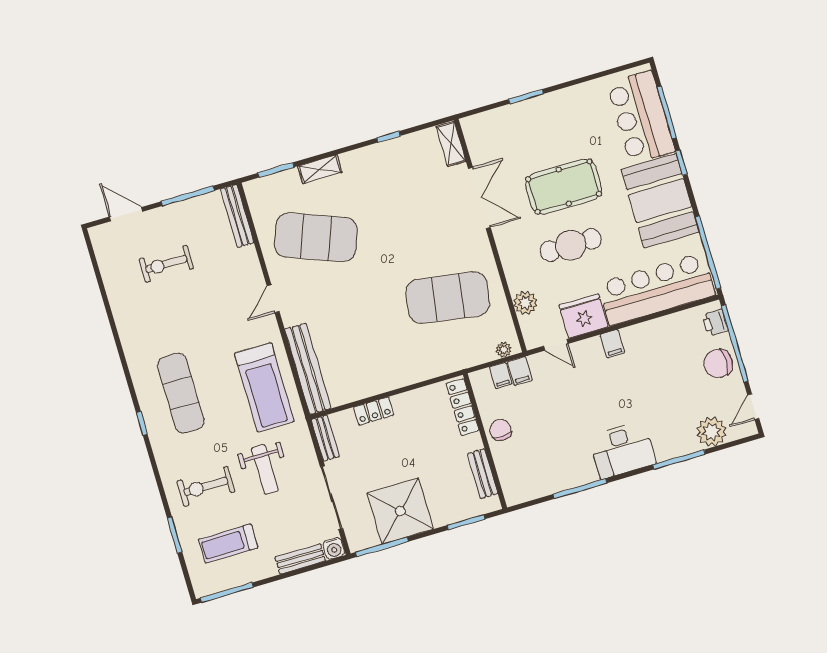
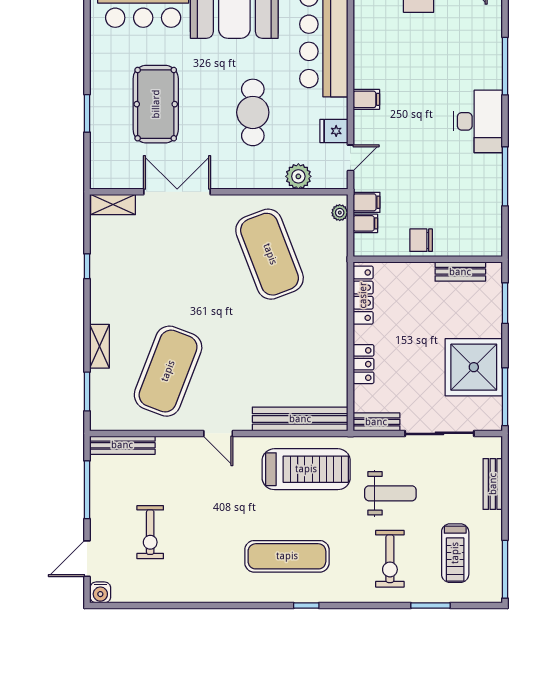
pool table: (564, 187) -> (156, 104), moved
exercise mat: (448, 298) -> (270, 254), turned -30
fridge: (583, 316) -> (334, 131), width x0.53, depth x0.75
locker: (463, 407) -> (363, 295), moved, turned -90
plant: (711, 432) -> (486, 25), removed
water cooler: (334, 548) -> (100, 592), moved, turned 90

